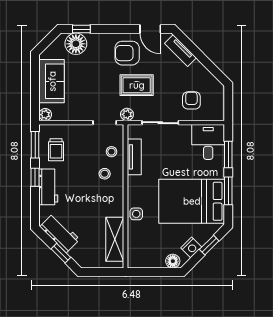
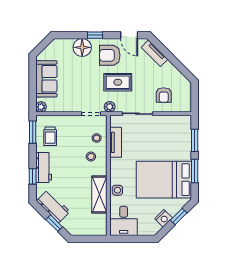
window: (81, 29) -> (95, 35), moved
floor lamp: (76, 44) -> (82, 47), moved
armchair: (191, 100) -> (164, 95), turned 180
desk: (208, 142) -> (124, 221), moved, turned 180
window: (35, 177) -> (33, 176), moved
shelving: (115, 239) -> (99, 194), moved
floor lamp: (173, 261) -> (148, 230), removed

